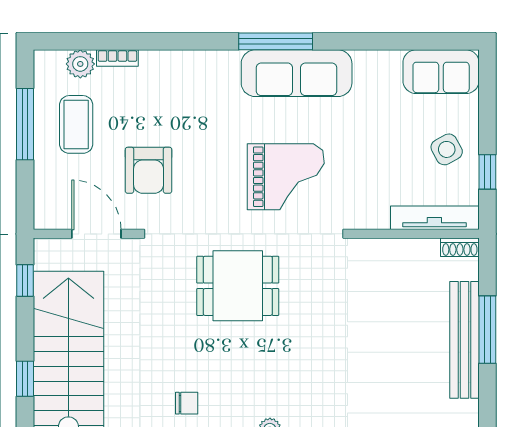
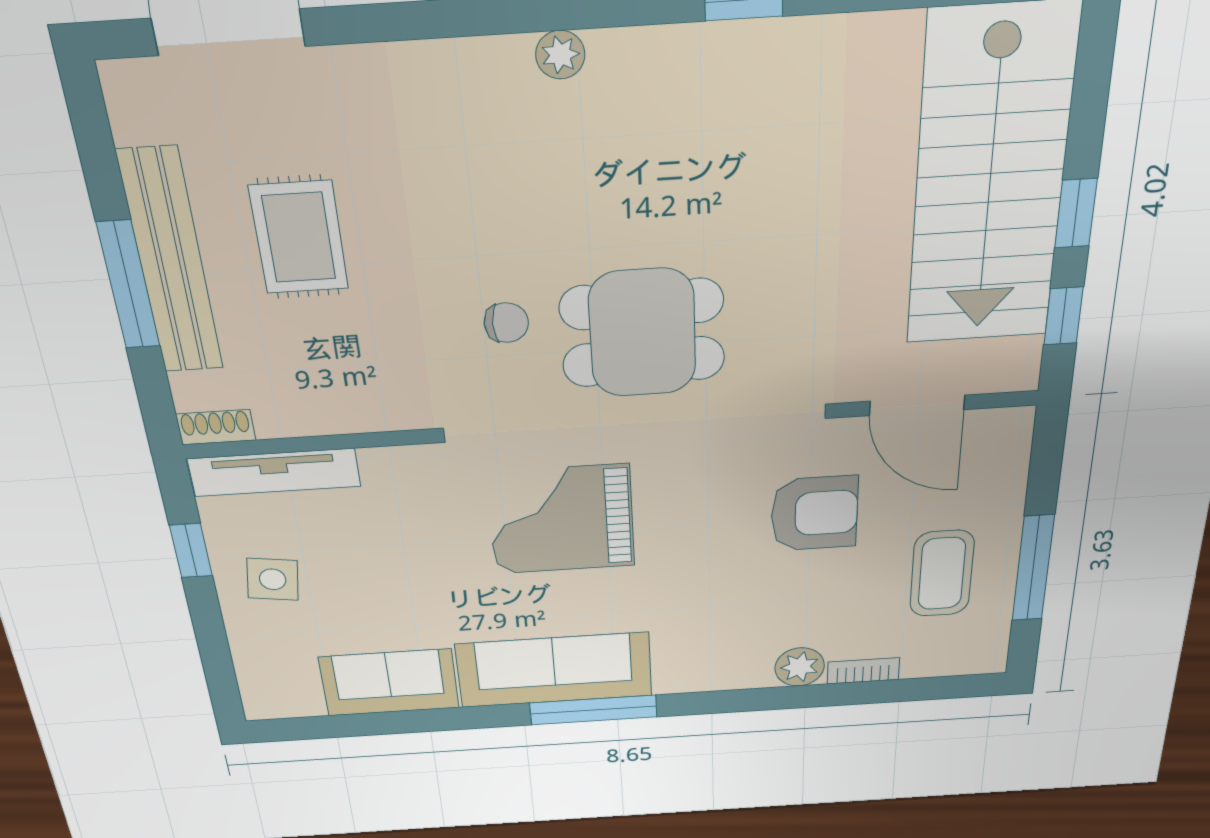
plant: (80, 64) -> (800, 667), moved
sofa: (441, 72) -> (389, 682), moved
side table: (447, 149) -> (273, 579), turned 37
armchair: (149, 170) -> (814, 514), turned 90
rug: (401, 349) -> (299, 238), added
window: (25, 379) -> (1076, 213), moved
chair: (187, 403) -> (506, 323), moved, turned 180

